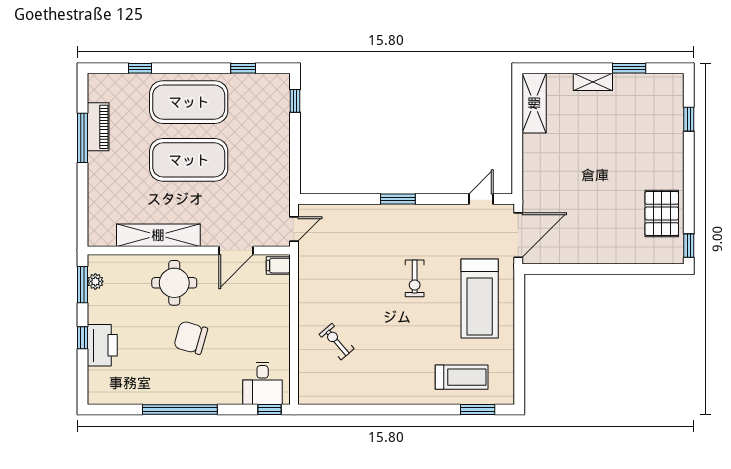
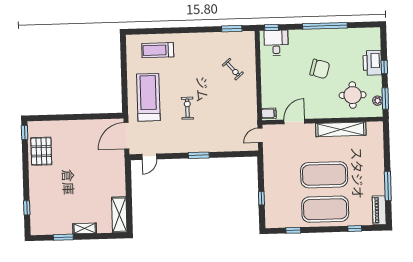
window: (295, 101) -> (261, 198), moved
piano: (98, 127) -> (379, 210), moved
round table: (174, 283) -> (353, 95), moved
window: (478, 409) -> (232, 29), moved

